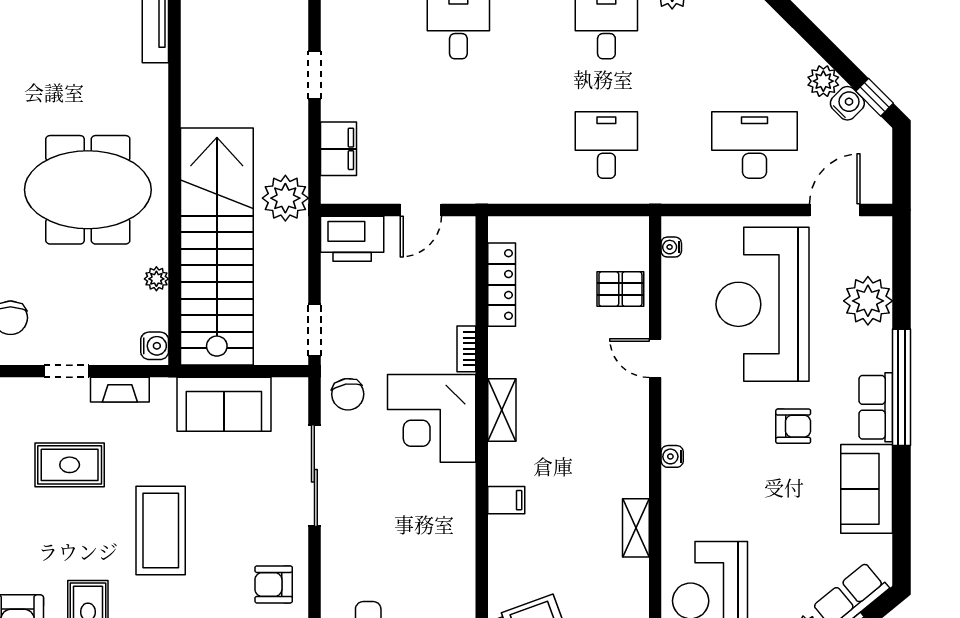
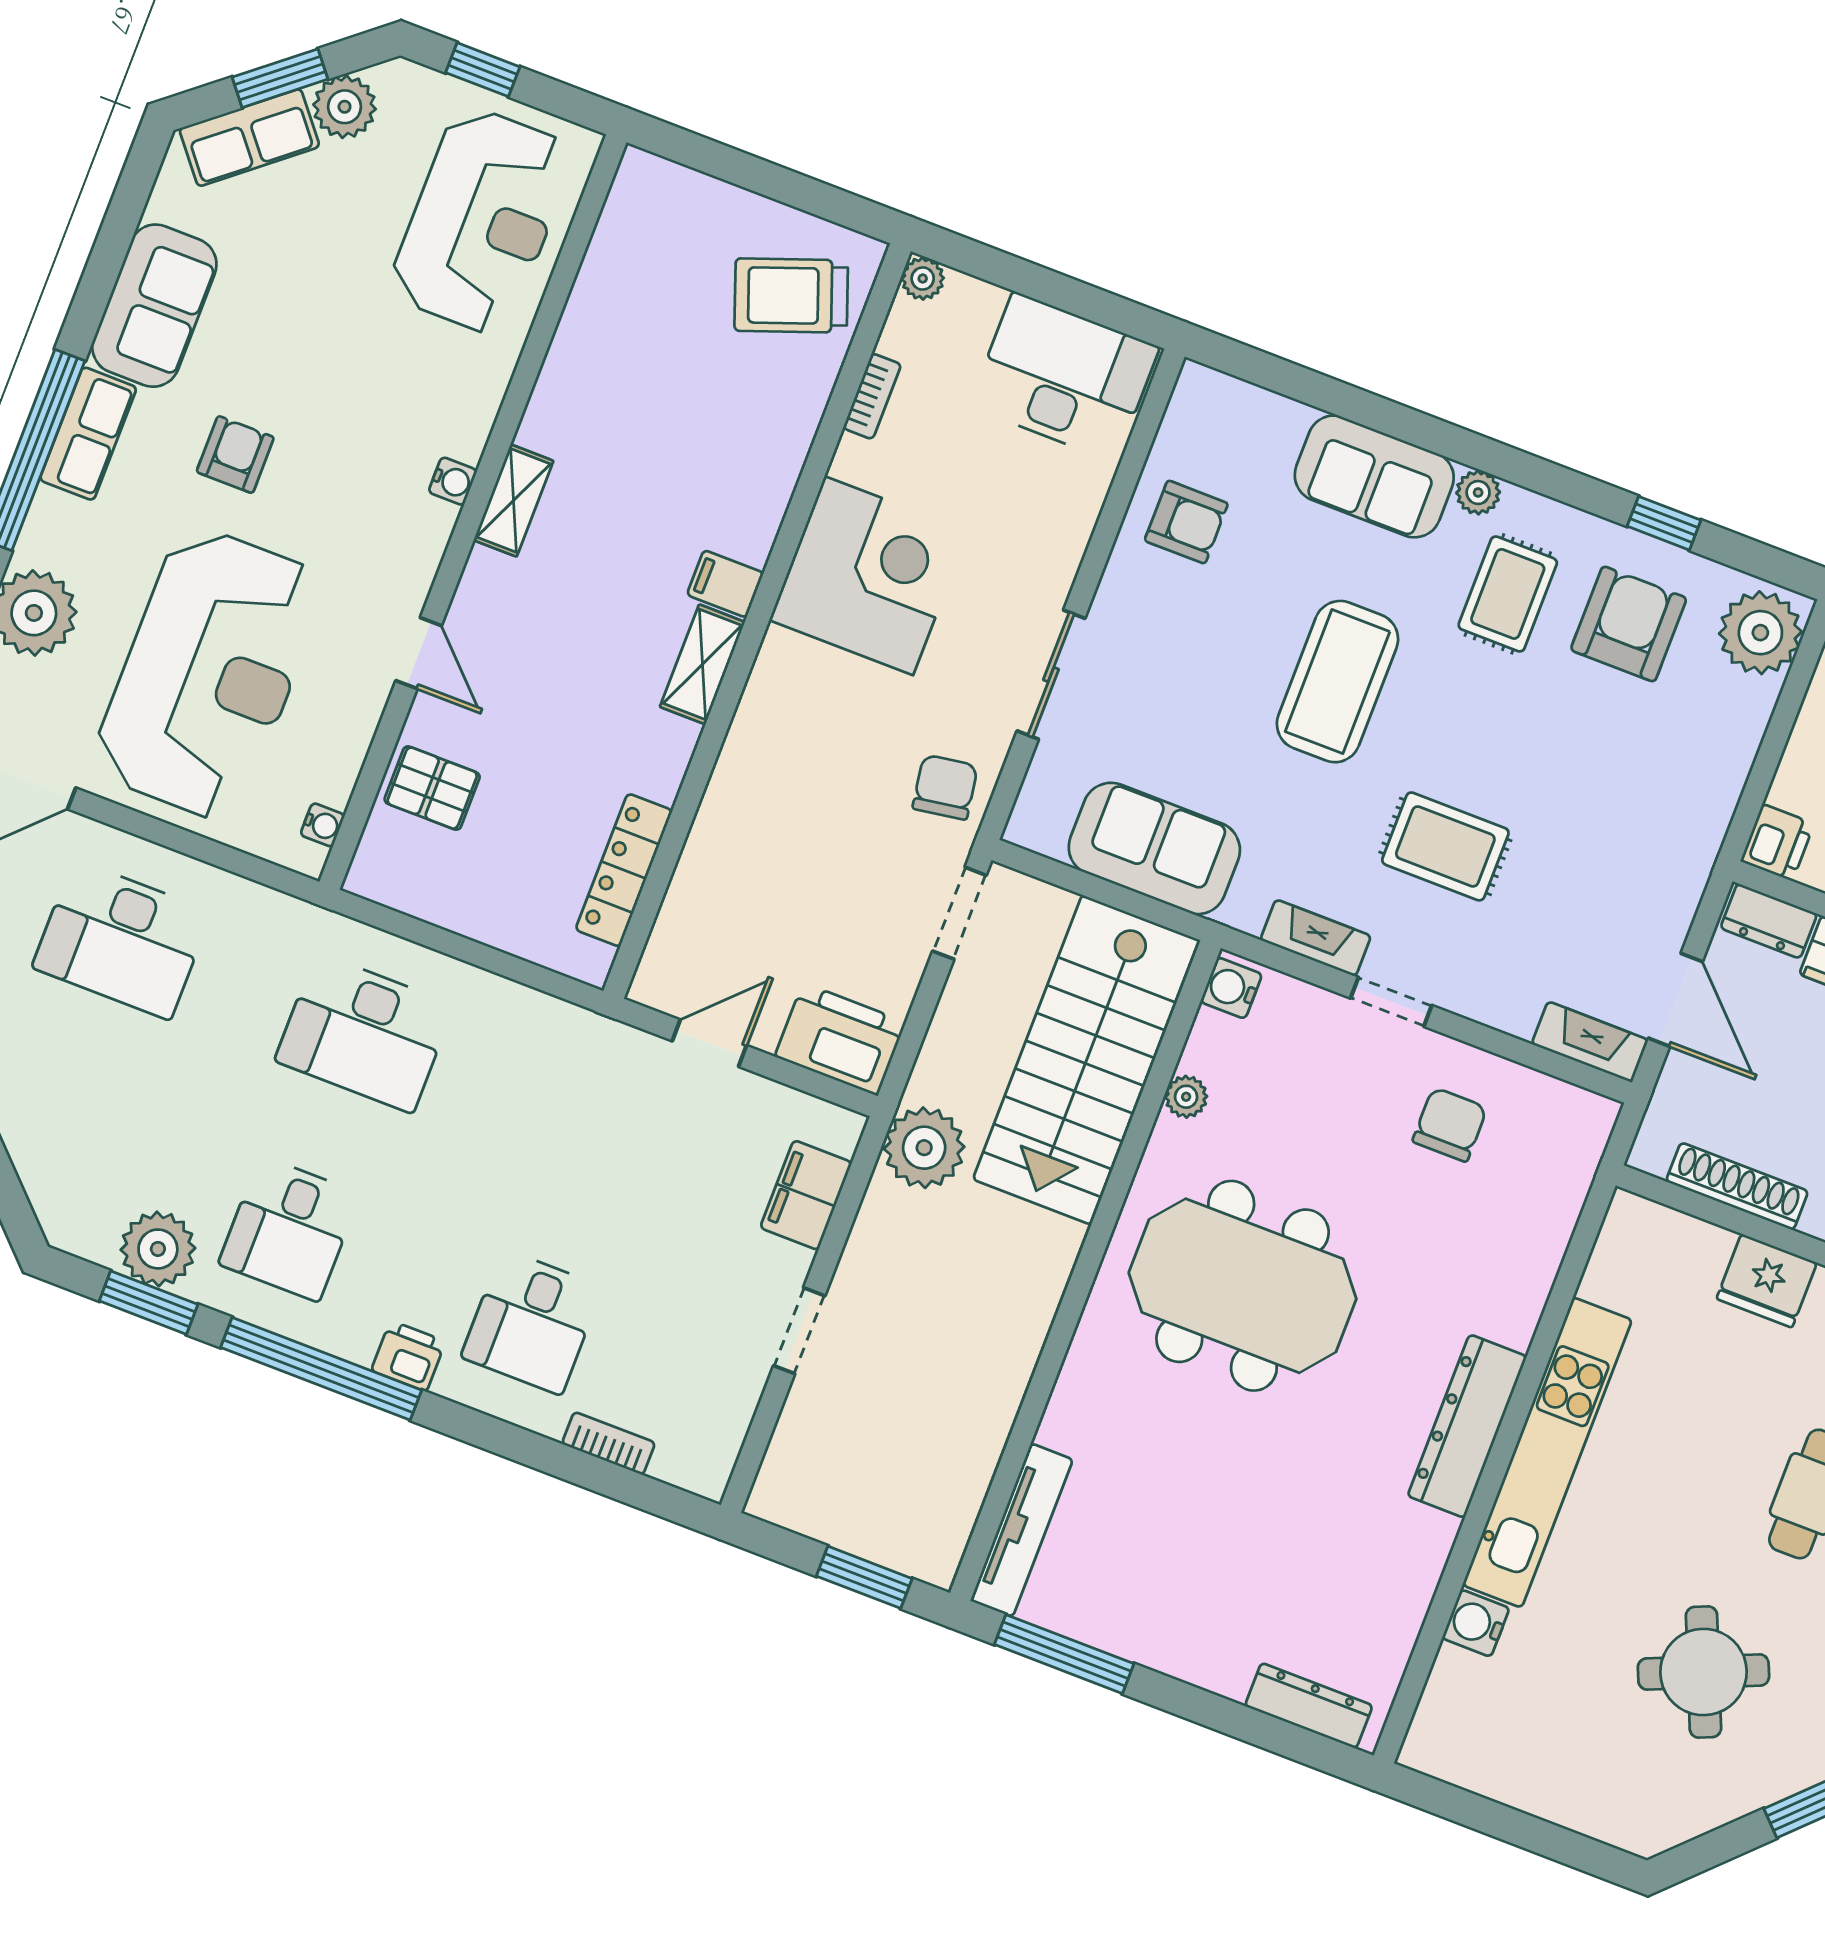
desk: (606, 145) -> (364, 1033), width x1.37
stairs: (217, 246) -> (1087, 1060), width x0.73
bookcase: (466, 349) -> (872, 396), moved
corner desk: (432, 418) -> (869, 576), moved
armchair: (793, 426) -> (235, 455), turned 90
sliding door: (314, 476) -> (1051, 675), width x0.73
filing cabinet: (506, 500) -> (725, 584), moved
shelving: (636, 528) -> (514, 501), moved

